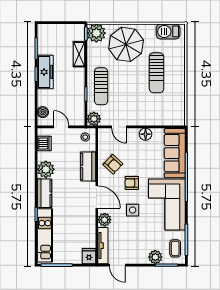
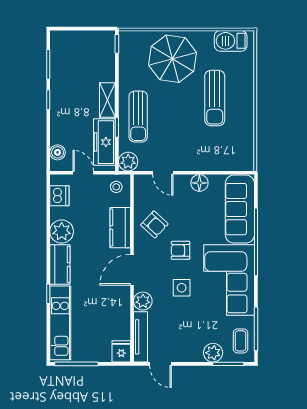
plant: (96, 33) -> (131, 43), removed
shelving: (79, 54) -> (107, 100), moved
freezer: (45, 72) -> (104, 142), moved, turned 180
door: (97, 197) -> (132, 270), swing flipped

